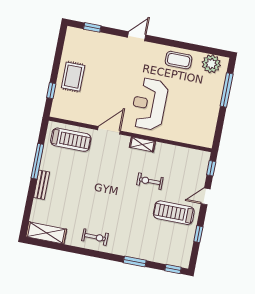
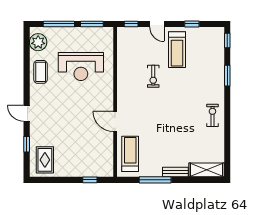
window: (92, 27) -> (27, 144), moved
rug: (73, 77) -> (45, 160), moved, turned 90
reception desk: (149, 104) -> (81, 67), moved
window: (220, 126) -> (92, 24), added
shelving: (142, 144) -> (122, 89), removed
shelving: (46, 233) -> (207, 170), moved, turned 90

